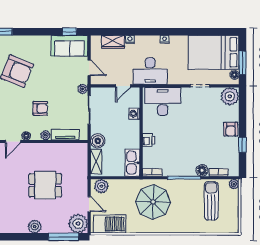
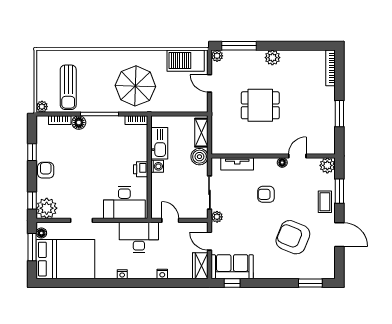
wardrobe: (113, 42) -> (200, 266), moved, turned -90
door: (123, 86) -> (170, 220), hinge flipped
window: (242, 103) -> (32, 201), added
washing machine: (134, 114) -> (157, 166), moved
plant: (45, 135) -> (260, 163), removed
printer: (149, 140) -> (141, 169), moved
kitchen sink: (132, 163) -> (159, 143), moved
plant: (101, 186) -> (195, 104), removed
plant: (78, 224) -> (217, 56), width x0.53, depth x0.53

